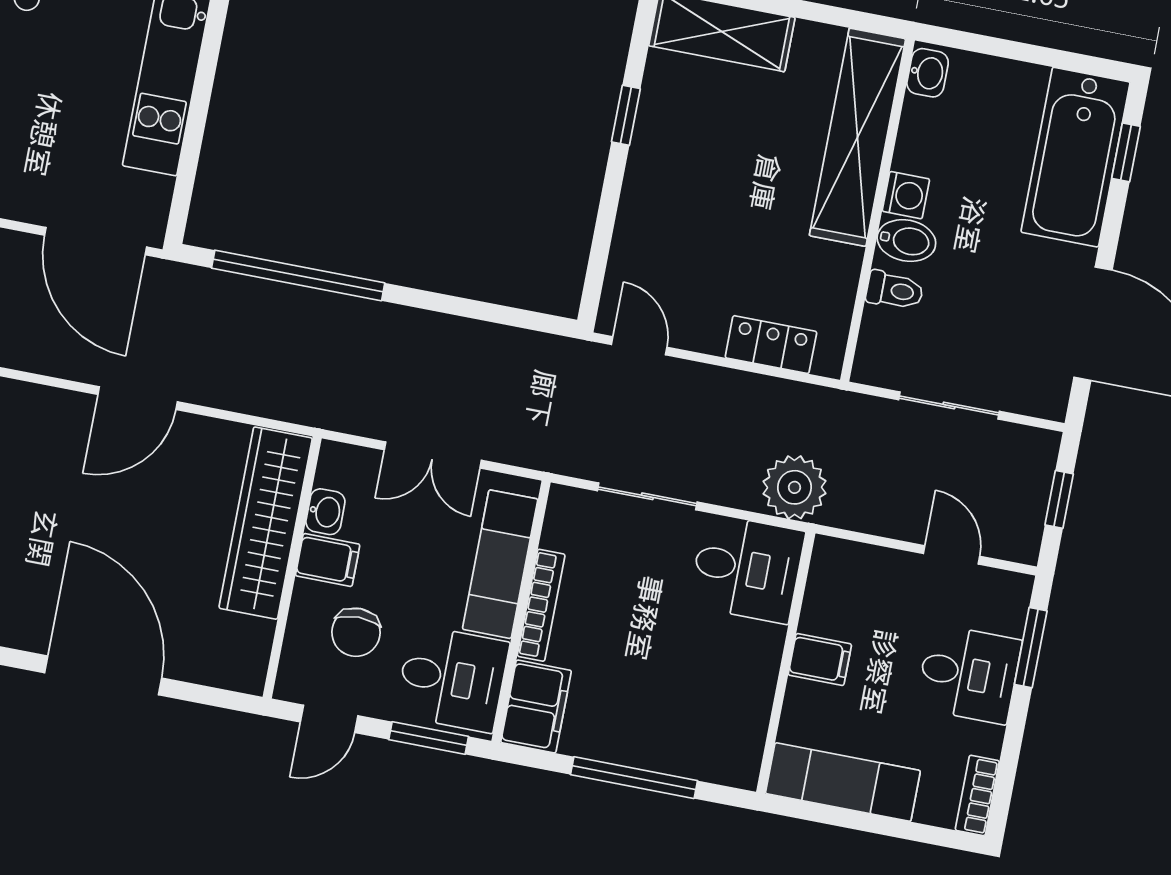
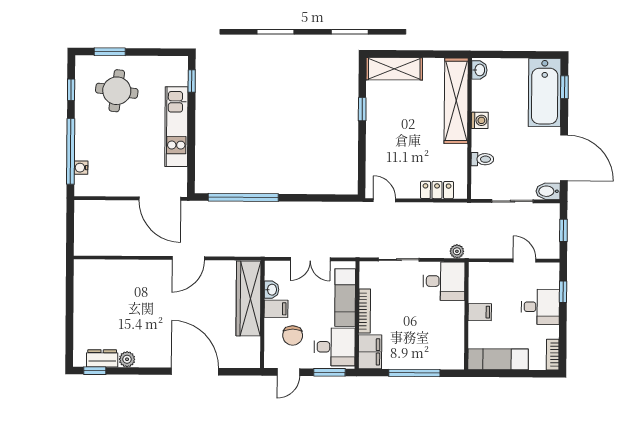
bidet: (906, 241) -> (548, 191), moved, turned 180
plant: (795, 487) -> (457, 251), width x0.53, depth x0.53
window: (1031, 648) -> (563, 292), width x0.67

